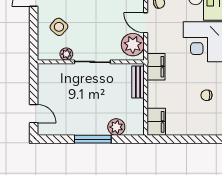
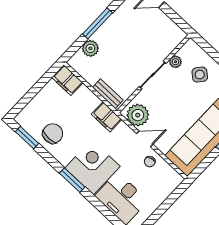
chair: (207, 95) -> (53, 134), width x1.87, depth x1.87

